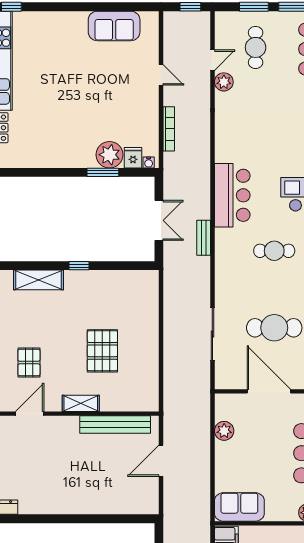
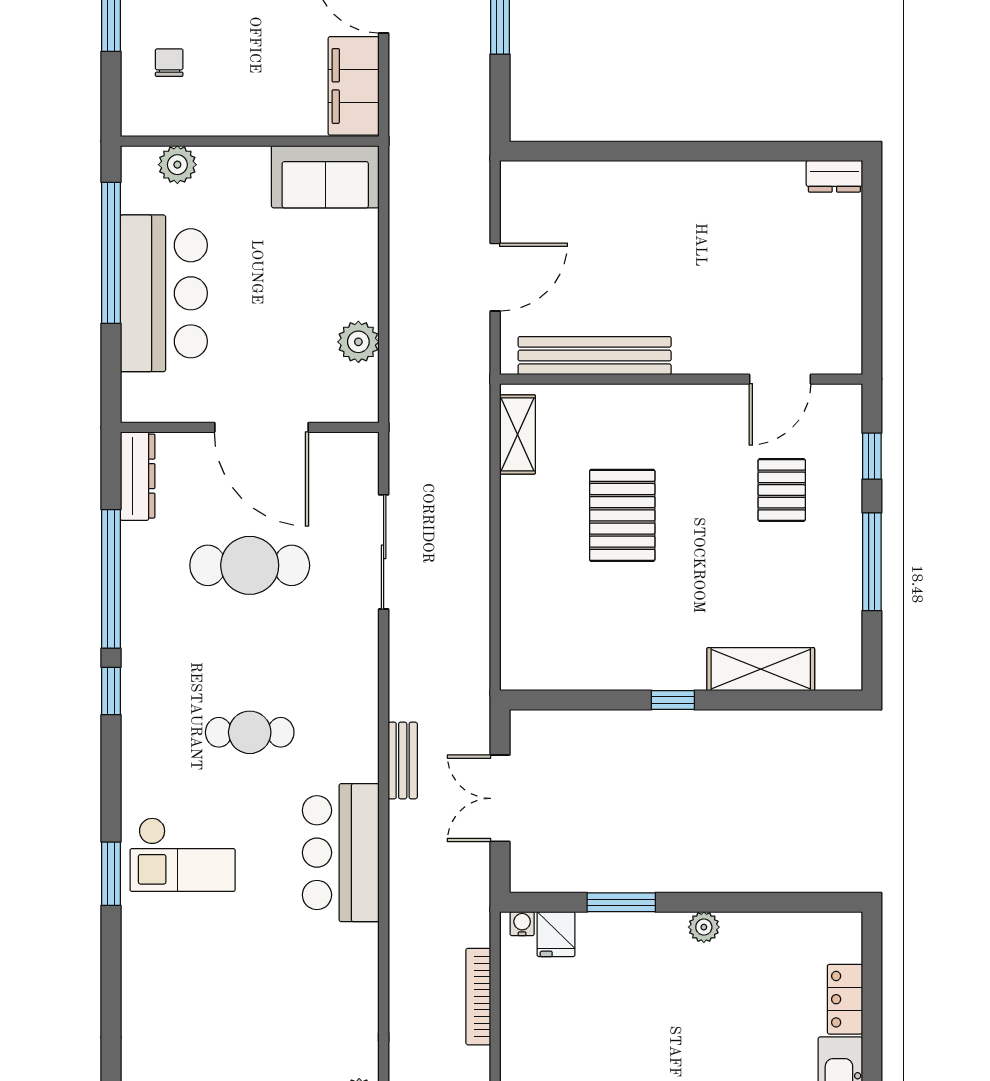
plant: (110, 155) -> (704, 927), moved, width x0.53, depth x0.53
shelving: (81, 403) -> (517, 434), moved, turned 90

